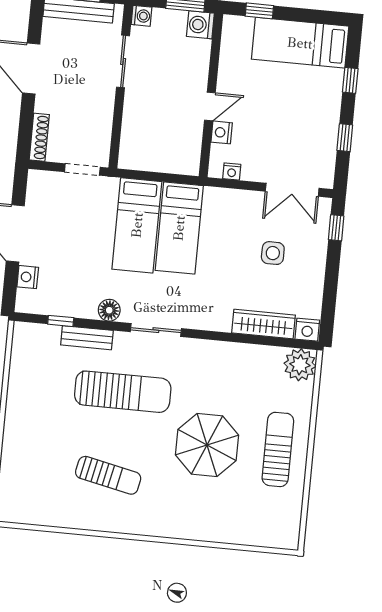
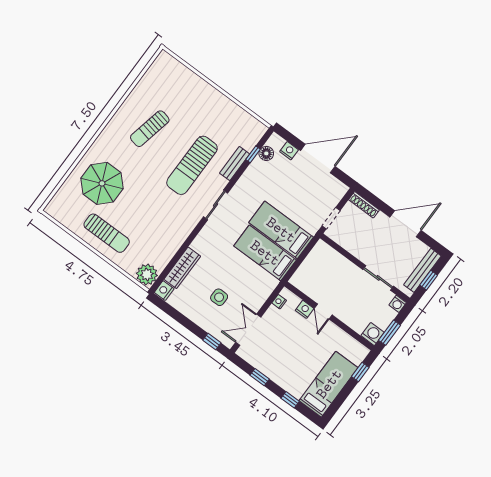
floor lamp: (109, 310) -> (266, 153), moved
parasol: (207, 445) -> (102, 183), moved

